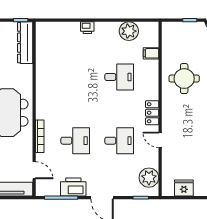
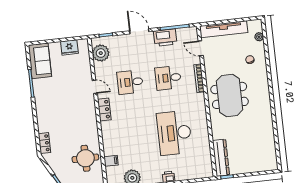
desk: (119, 77) -> (174, 133), moved, width x1.87, depth x1.30
round table: (184, 79) -> (85, 158), moved

